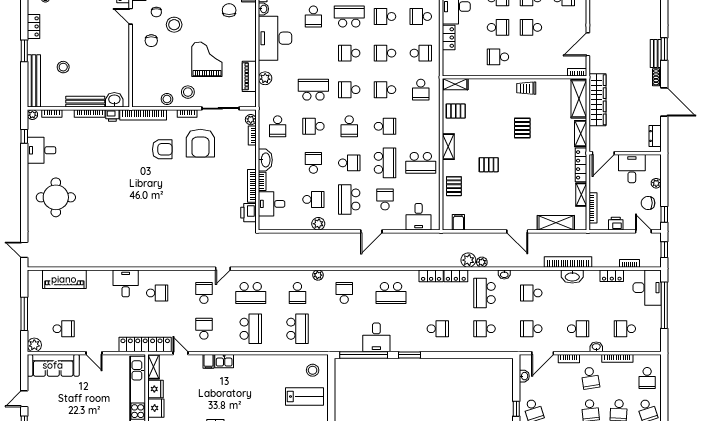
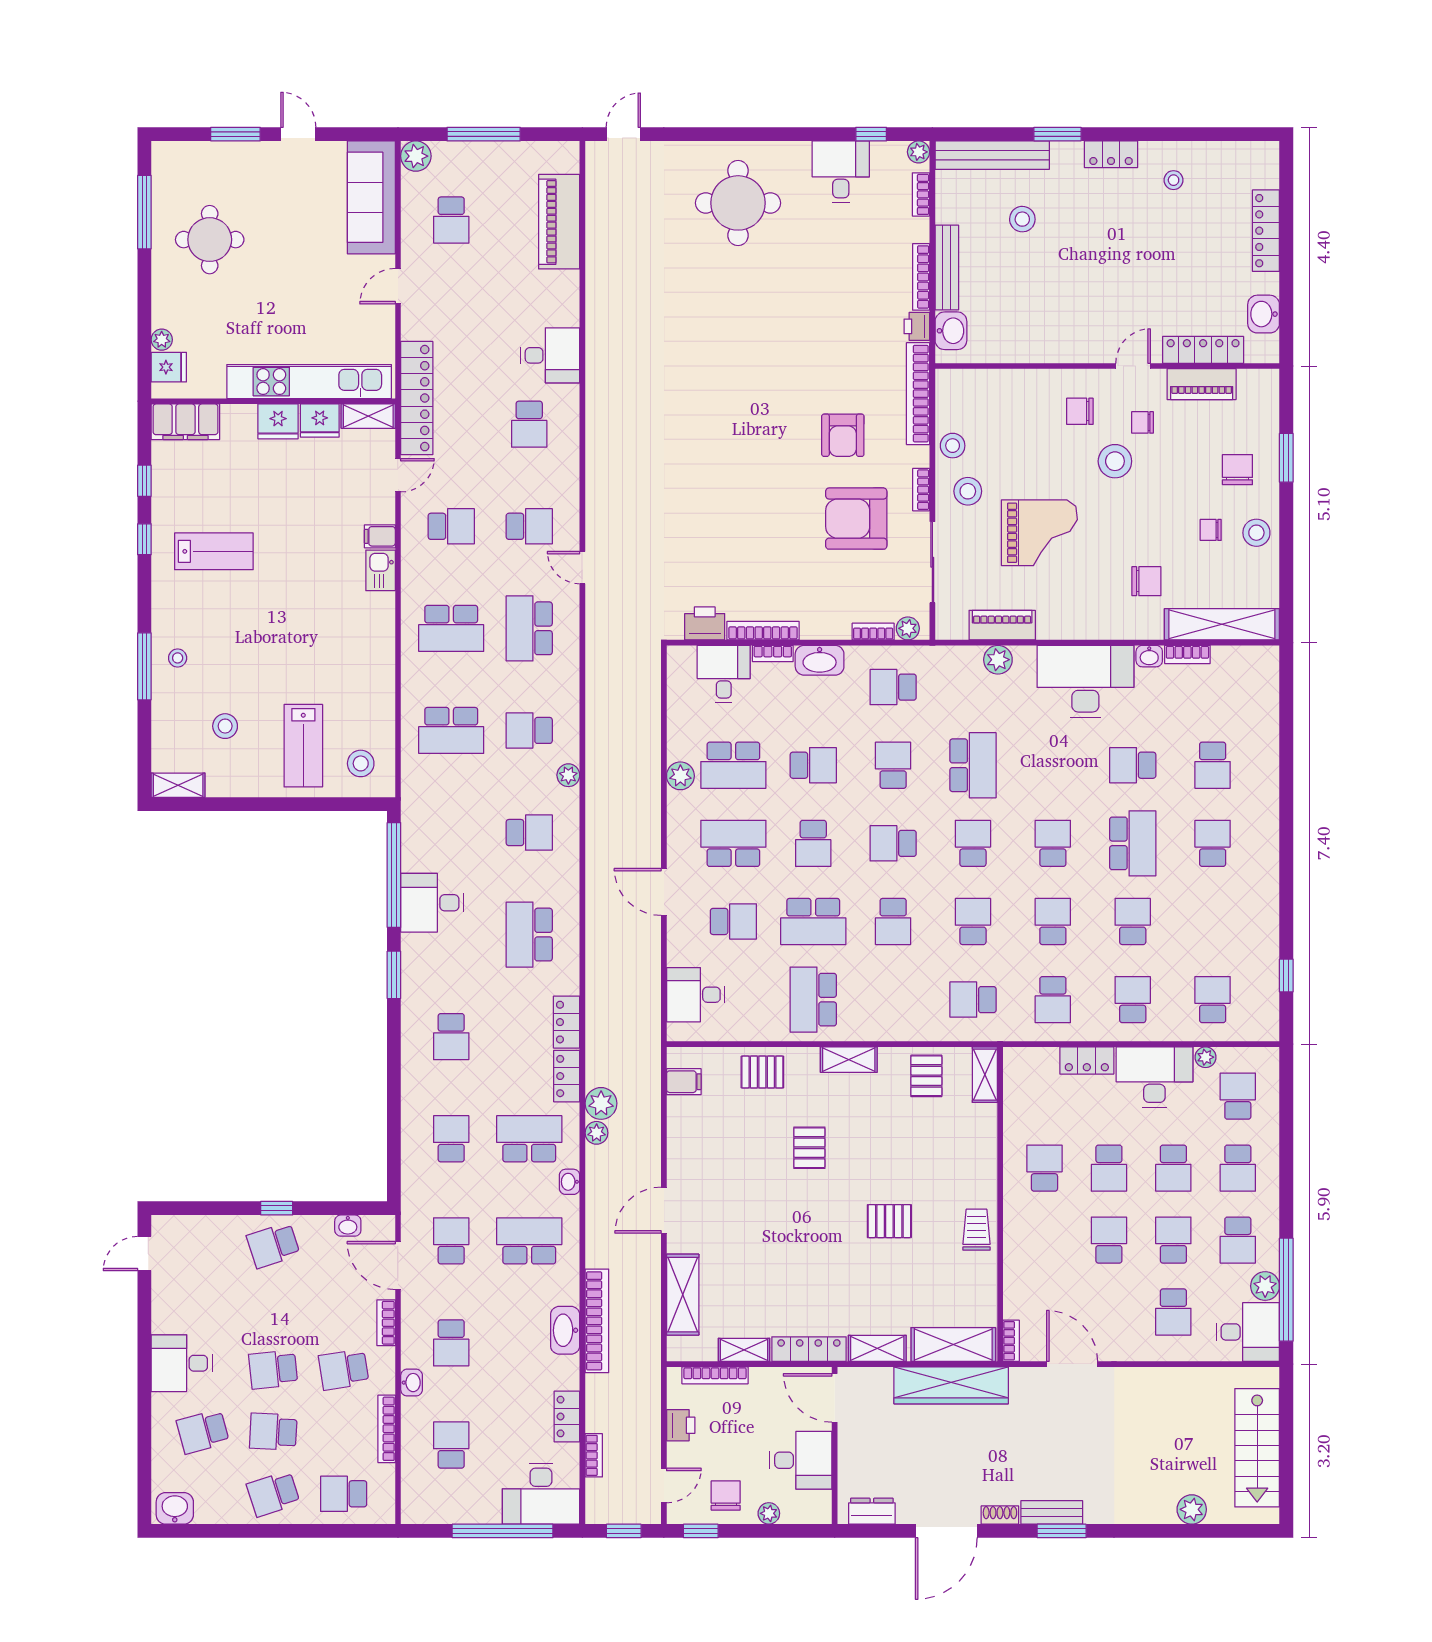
school desk: (313, 199) -> (733, 765), width x1.85
school desk: (531, 293) -> (529, 1241), width x1.85

